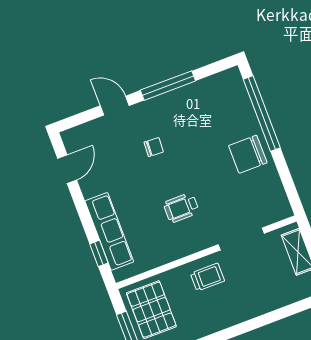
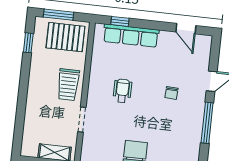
doorway: (241, 239) -> (82, 120), width x0.73
trolley: (207, 277) -> (68, 85), width x1.36, depth x1.39

